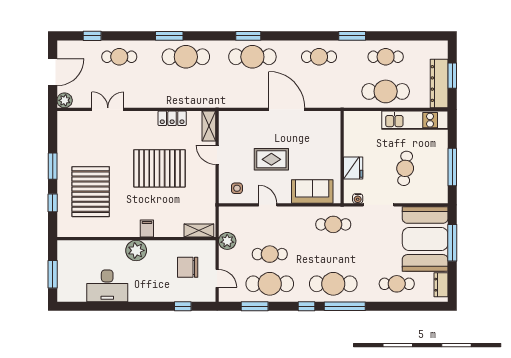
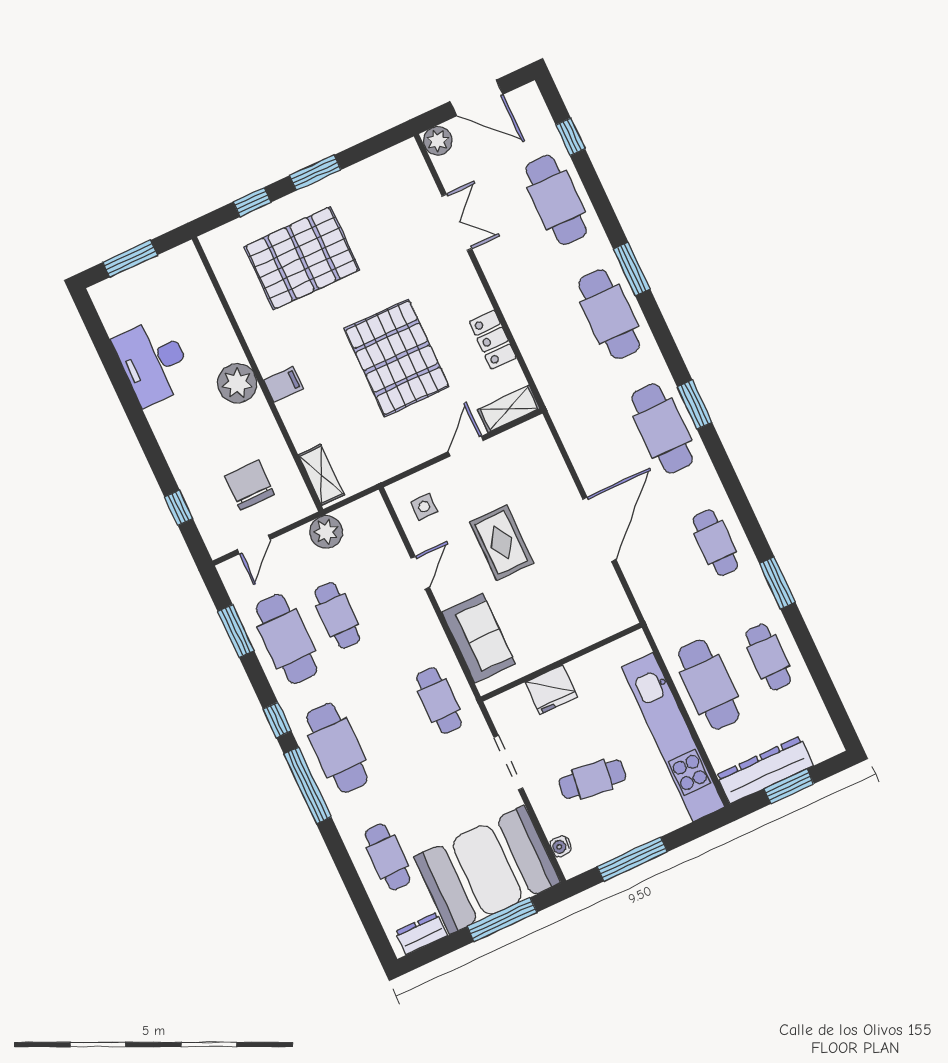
cafe table: (119, 57) -> (556, 200), width x1.37, depth x1.35
kitchen unit: (415, 120) -> (673, 737), width x1.36
water cooler: (358, 198) -> (561, 846), moved

